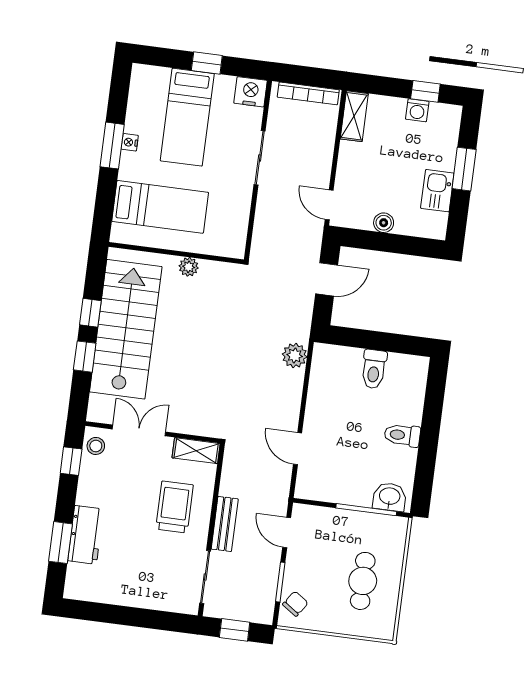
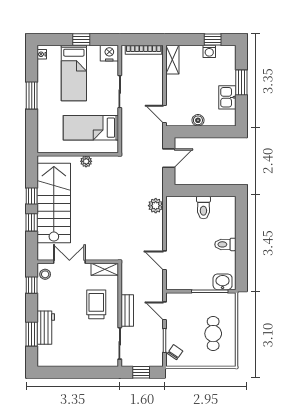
nightstand: (130, 142) -> (42, 54), moved
bed: (160, 207) -> (91, 128), moved, turned 180

